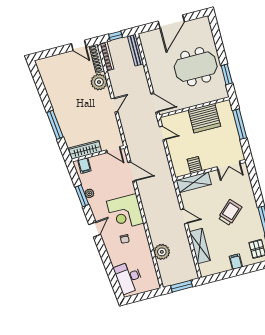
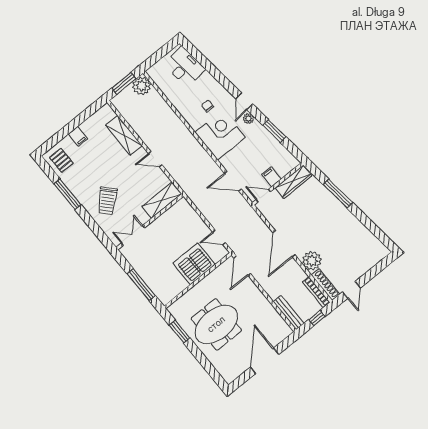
door: (79, 45) -> (351, 290), swing flipped
door: (155, 103) -> (242, 266), hinge flipped
door: (115, 105) -> (284, 244), width x1.87
server rack: (204, 118) -> (194, 264), moved
server rack: (195, 165) -> (169, 219), removed
filing cabinet: (84, 166) -> (271, 177), moved
plant: (89, 193) -> (248, 119), moved
trolley: (230, 213) -> (107, 201), moved
plant: (162, 252) -> (142, 86), moved

